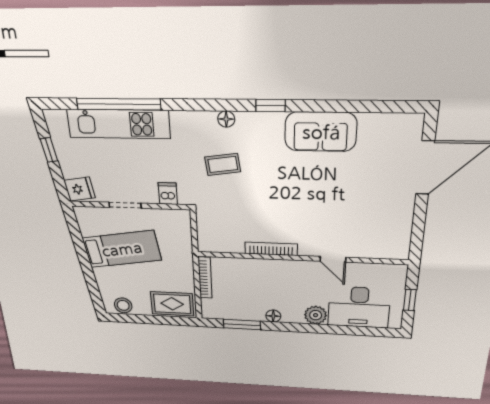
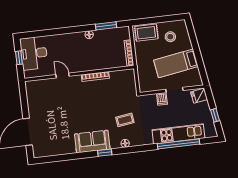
sofa: (321, 132) -> (92, 142), moved
dishwasher: (168, 194) -> (162, 99), moved
stool: (123, 305) -> (170, 37), moved
desk: (359, 307) -> (34, 53), moved, turned -90
plant: (316, 315) -> (66, 39), removed

